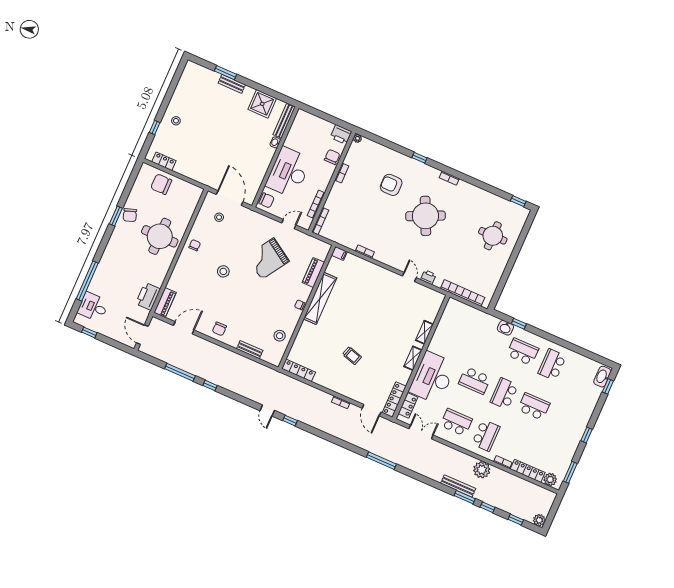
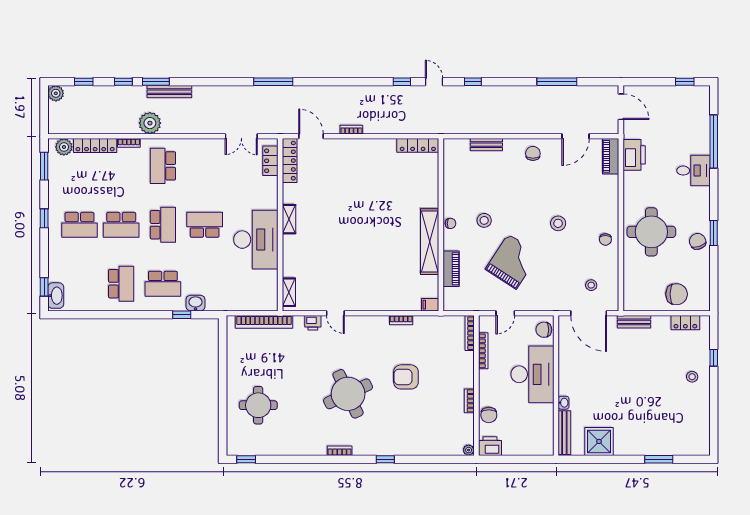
bench: (232, 84) -> (634, 322), moved
armchair: (391, 185) -> (406, 377), moved, turned 180
desk: (93, 307) -> (693, 171), moved
shelving: (424, 332) -> (289, 292), moved
stool: (280, 336) -> (484, 220), moved
trolley: (352, 356) -> (363, 191), removed
desk: (432, 378) -> (256, 240), moved
window: (210, 385) -> (473, 82), moved
school desk: (456, 422) -> (79, 225), moved

